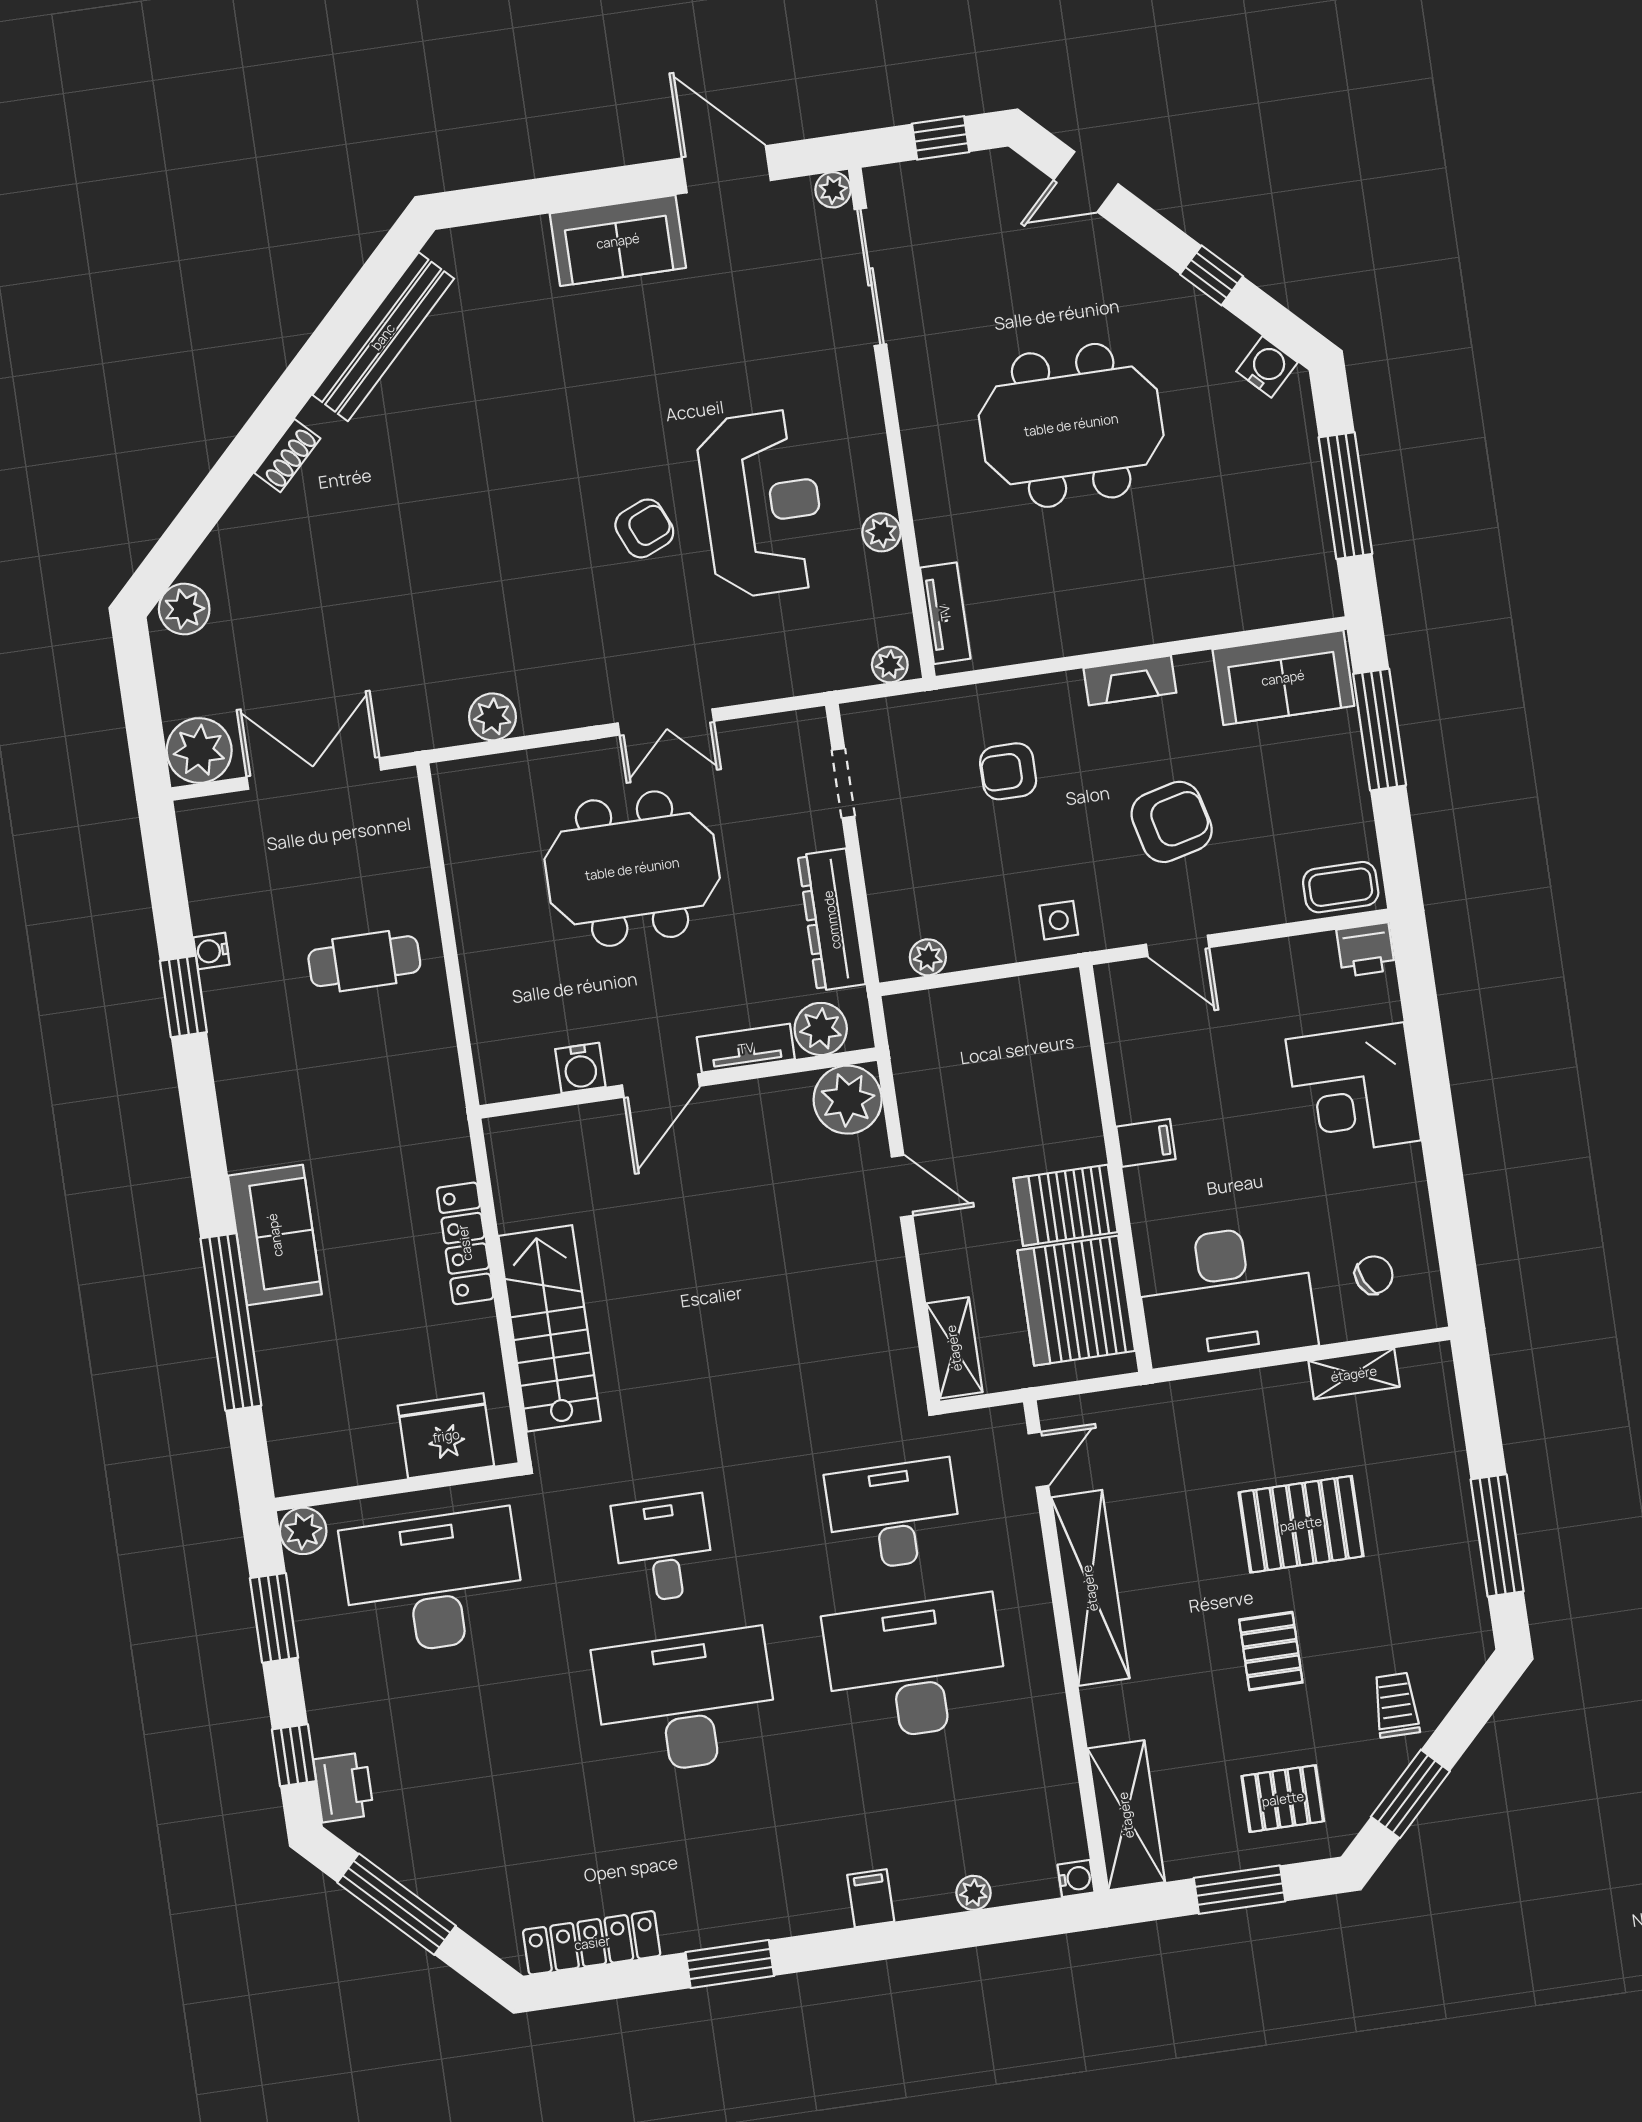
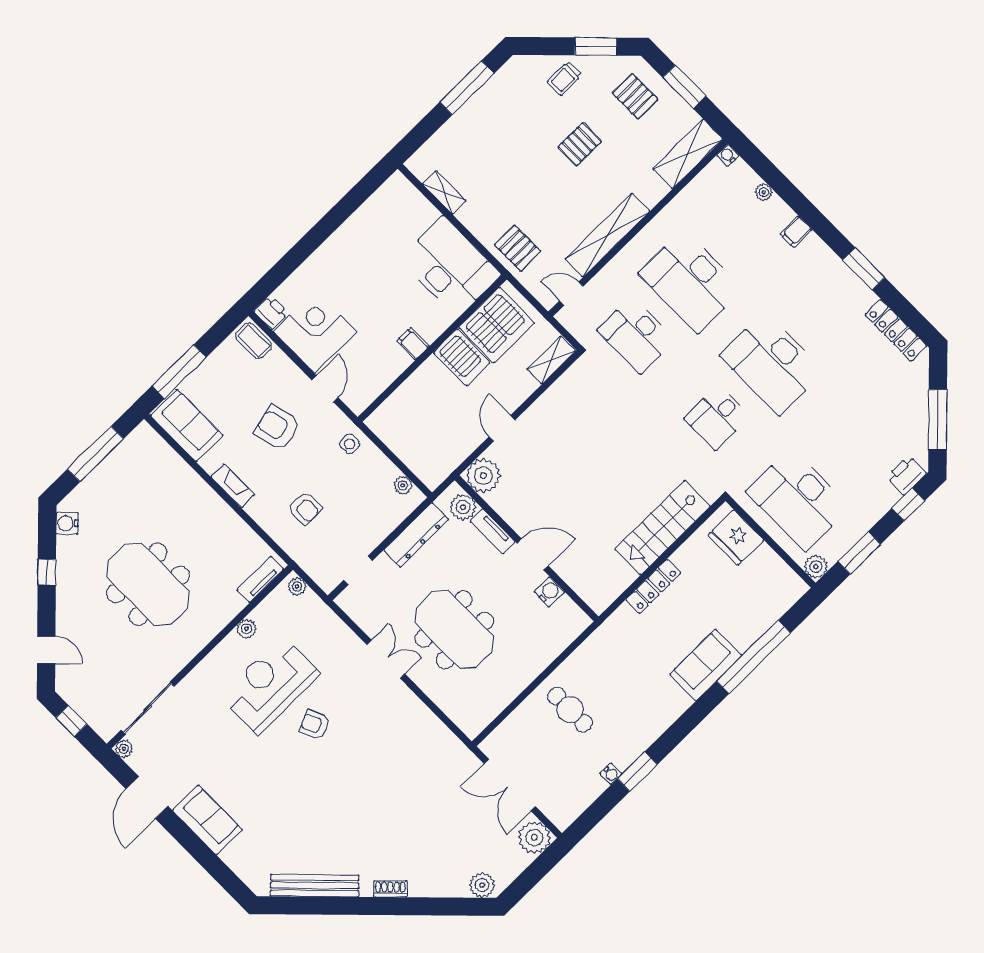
plant: (493, 717) -> (435, 730), removed
corner desk: (1353, 1090) -> (315, 332), moved, turned -90
chair: (1374, 1275) -> (399, 214), removed
pallet: (1301, 1524) -> (518, 248), moved, width x0.67, depth x0.71

